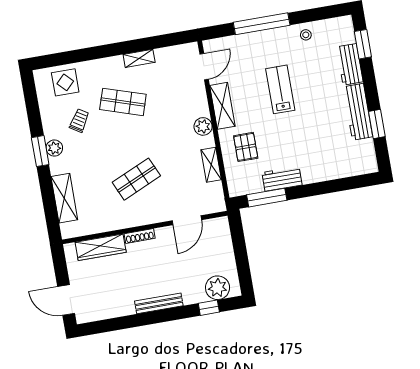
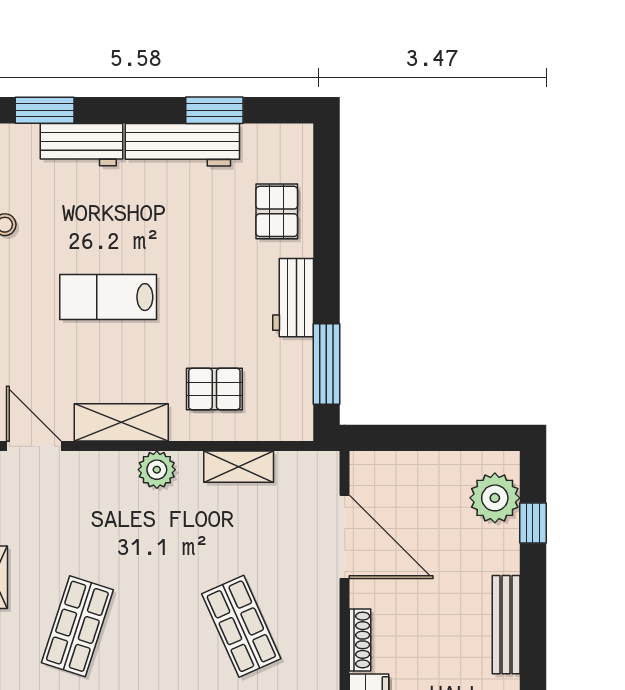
pallet: (334, 162) -> (277, 211), added
workbench: (282, 179) -> (293, 298), moved
door: (187, 220) -> (345, 537), width x1.36

